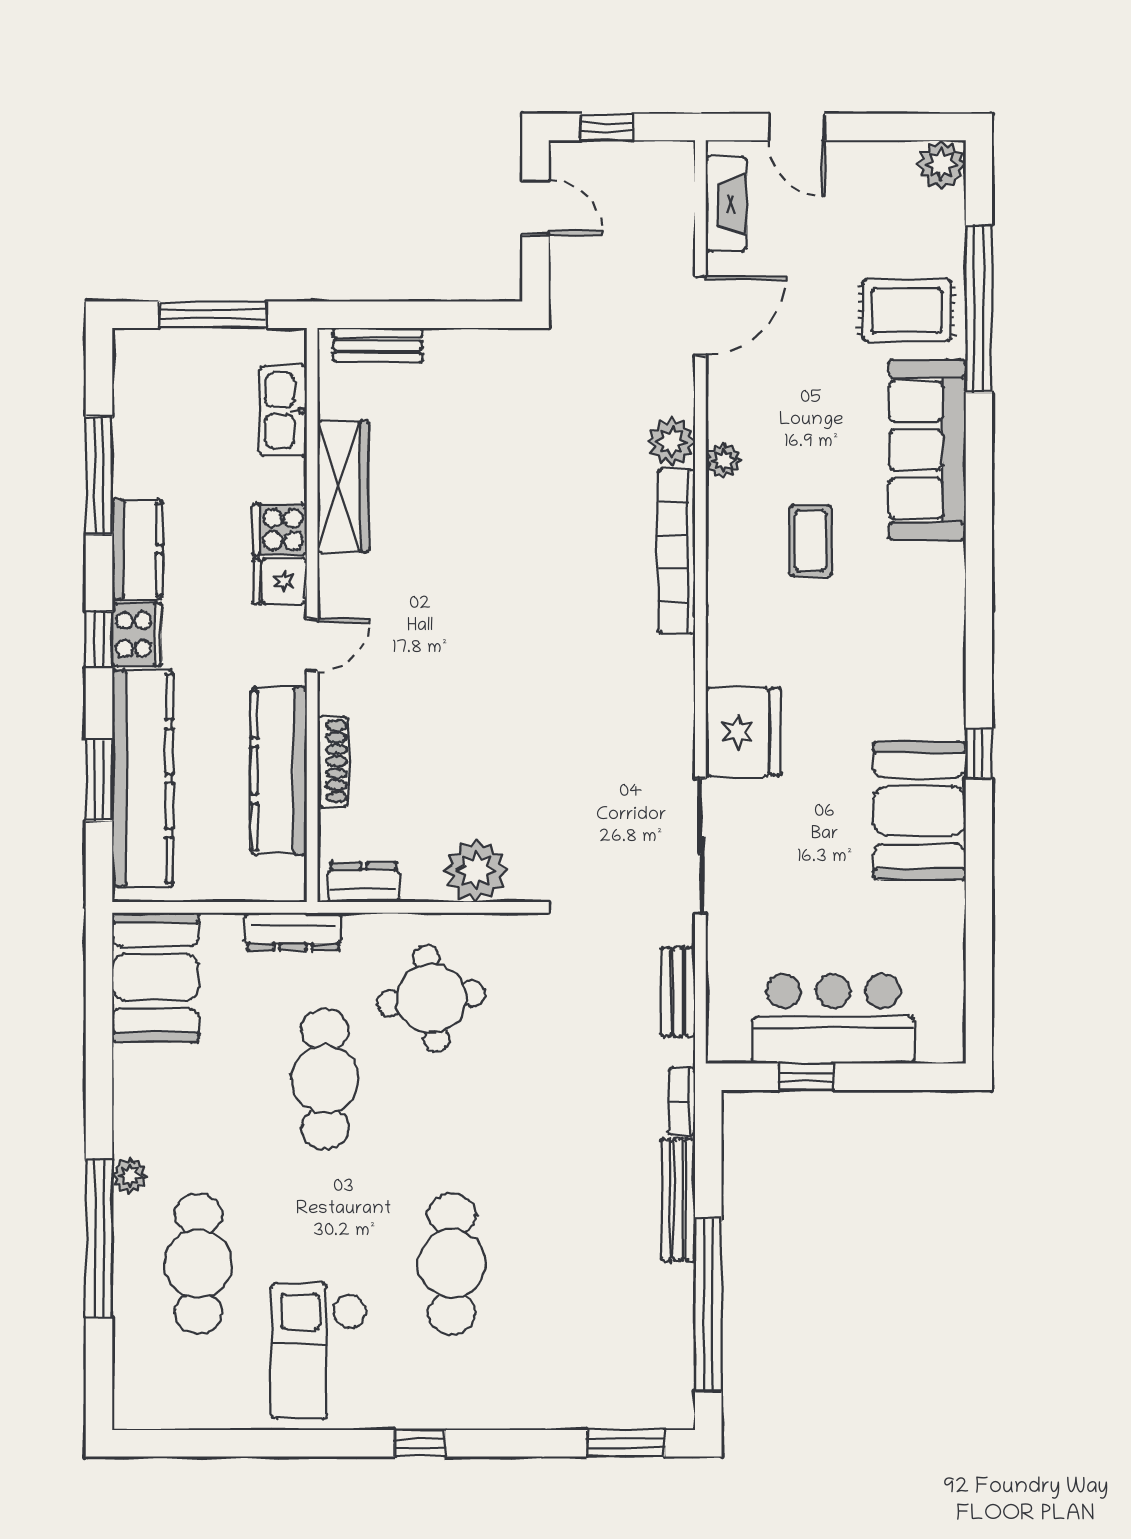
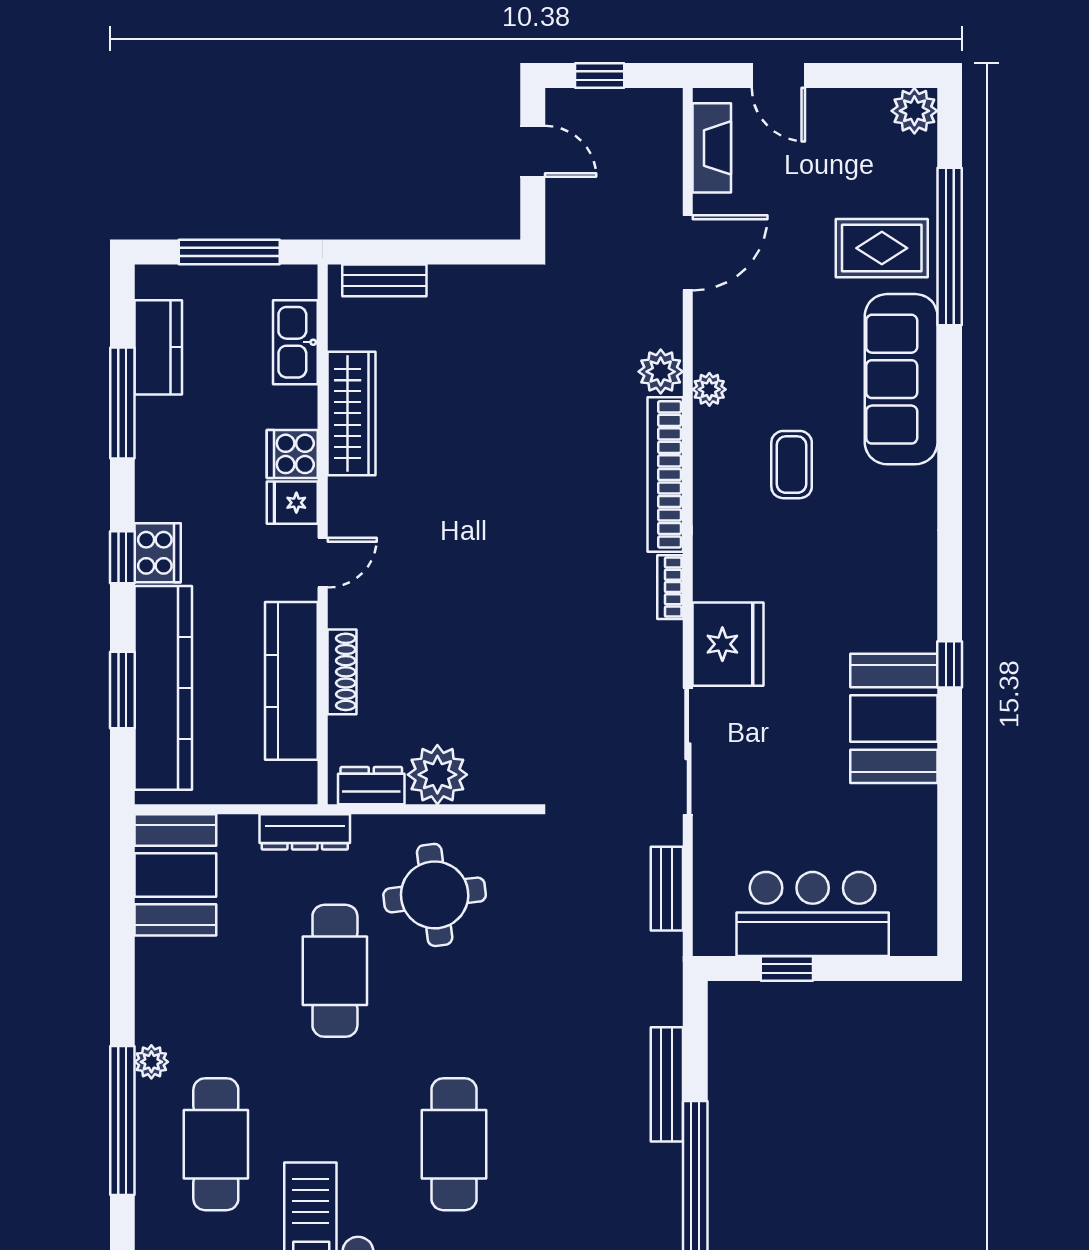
kitchen counter: (137, 549) -> (158, 347), moved
plant: (476, 871) -> (437, 775), moved
bookcase: (682, 1102) -> (670, 587), moved

